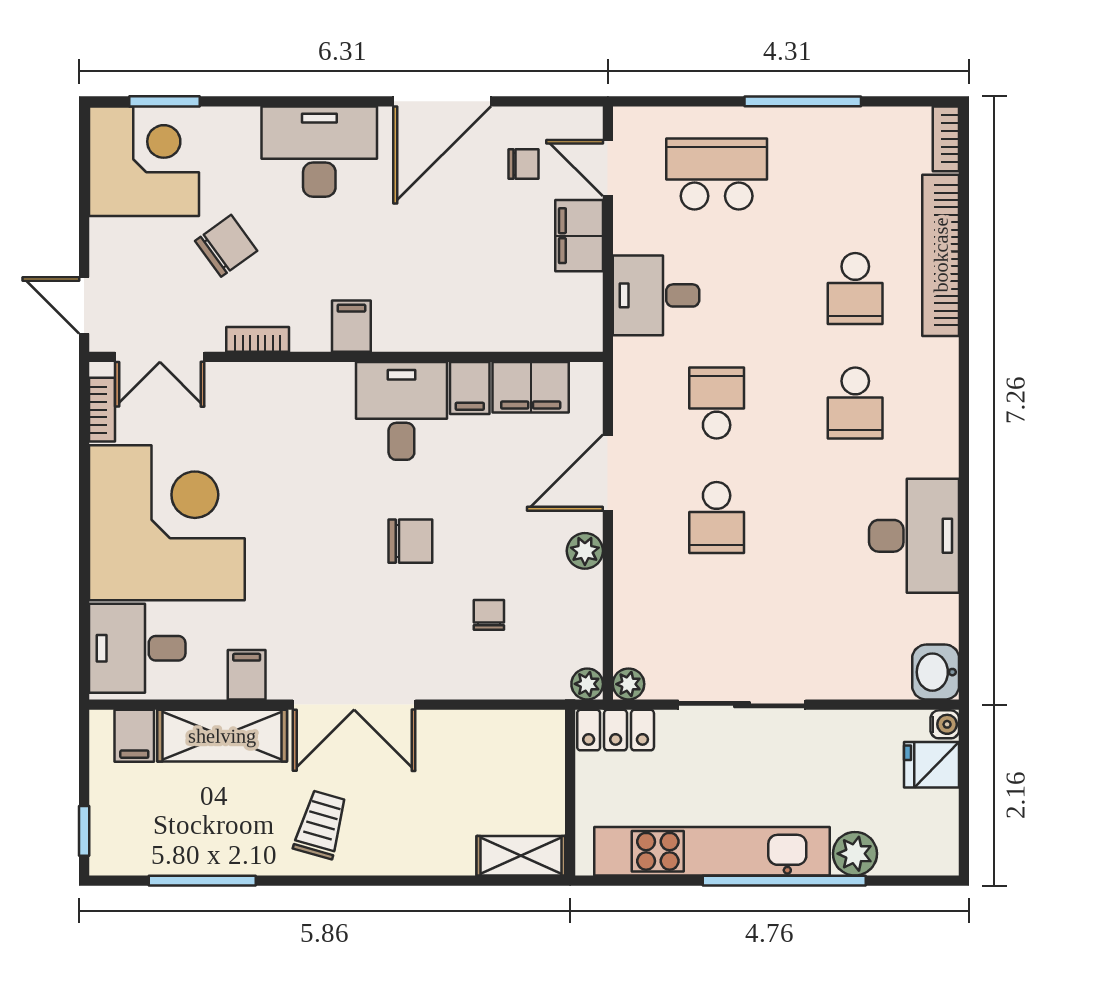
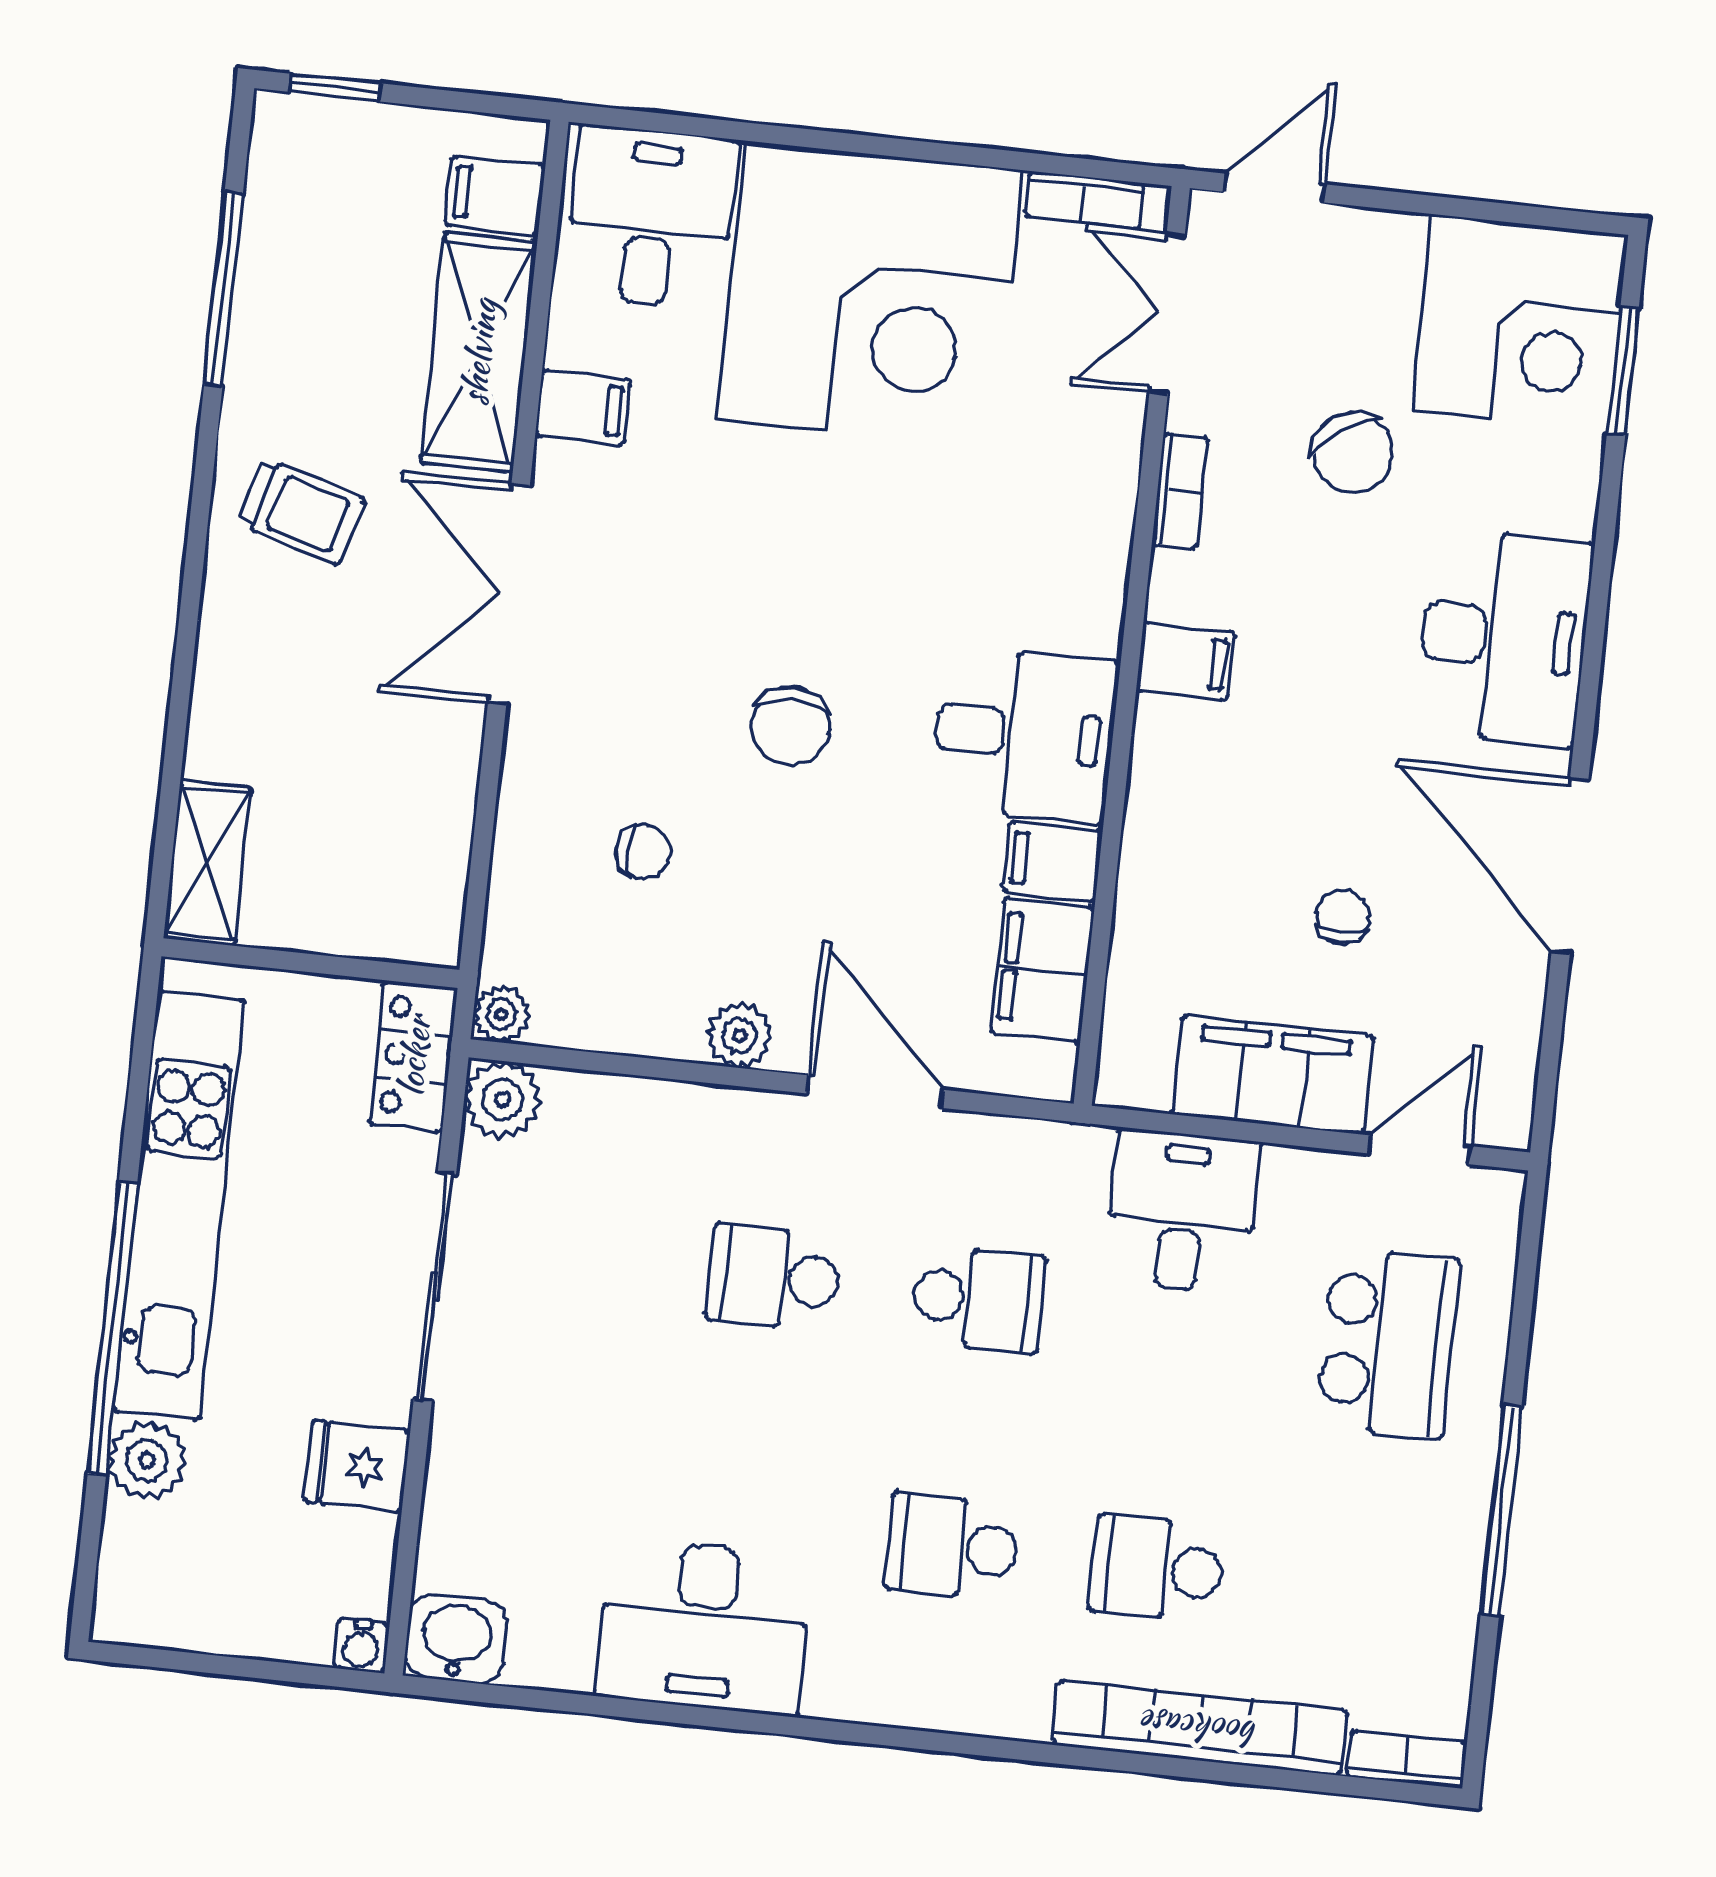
chair: (523, 164) -> (1342, 916), moved, turned 180
filing cabinet: (579, 236) -> (1273, 1075), width x1.50, depth x1.17
plant: (628, 684) -> (503, 1100), width x1.38, depth x1.38
fridge: (932, 765) -> (357, 1466), moved, turned -90

